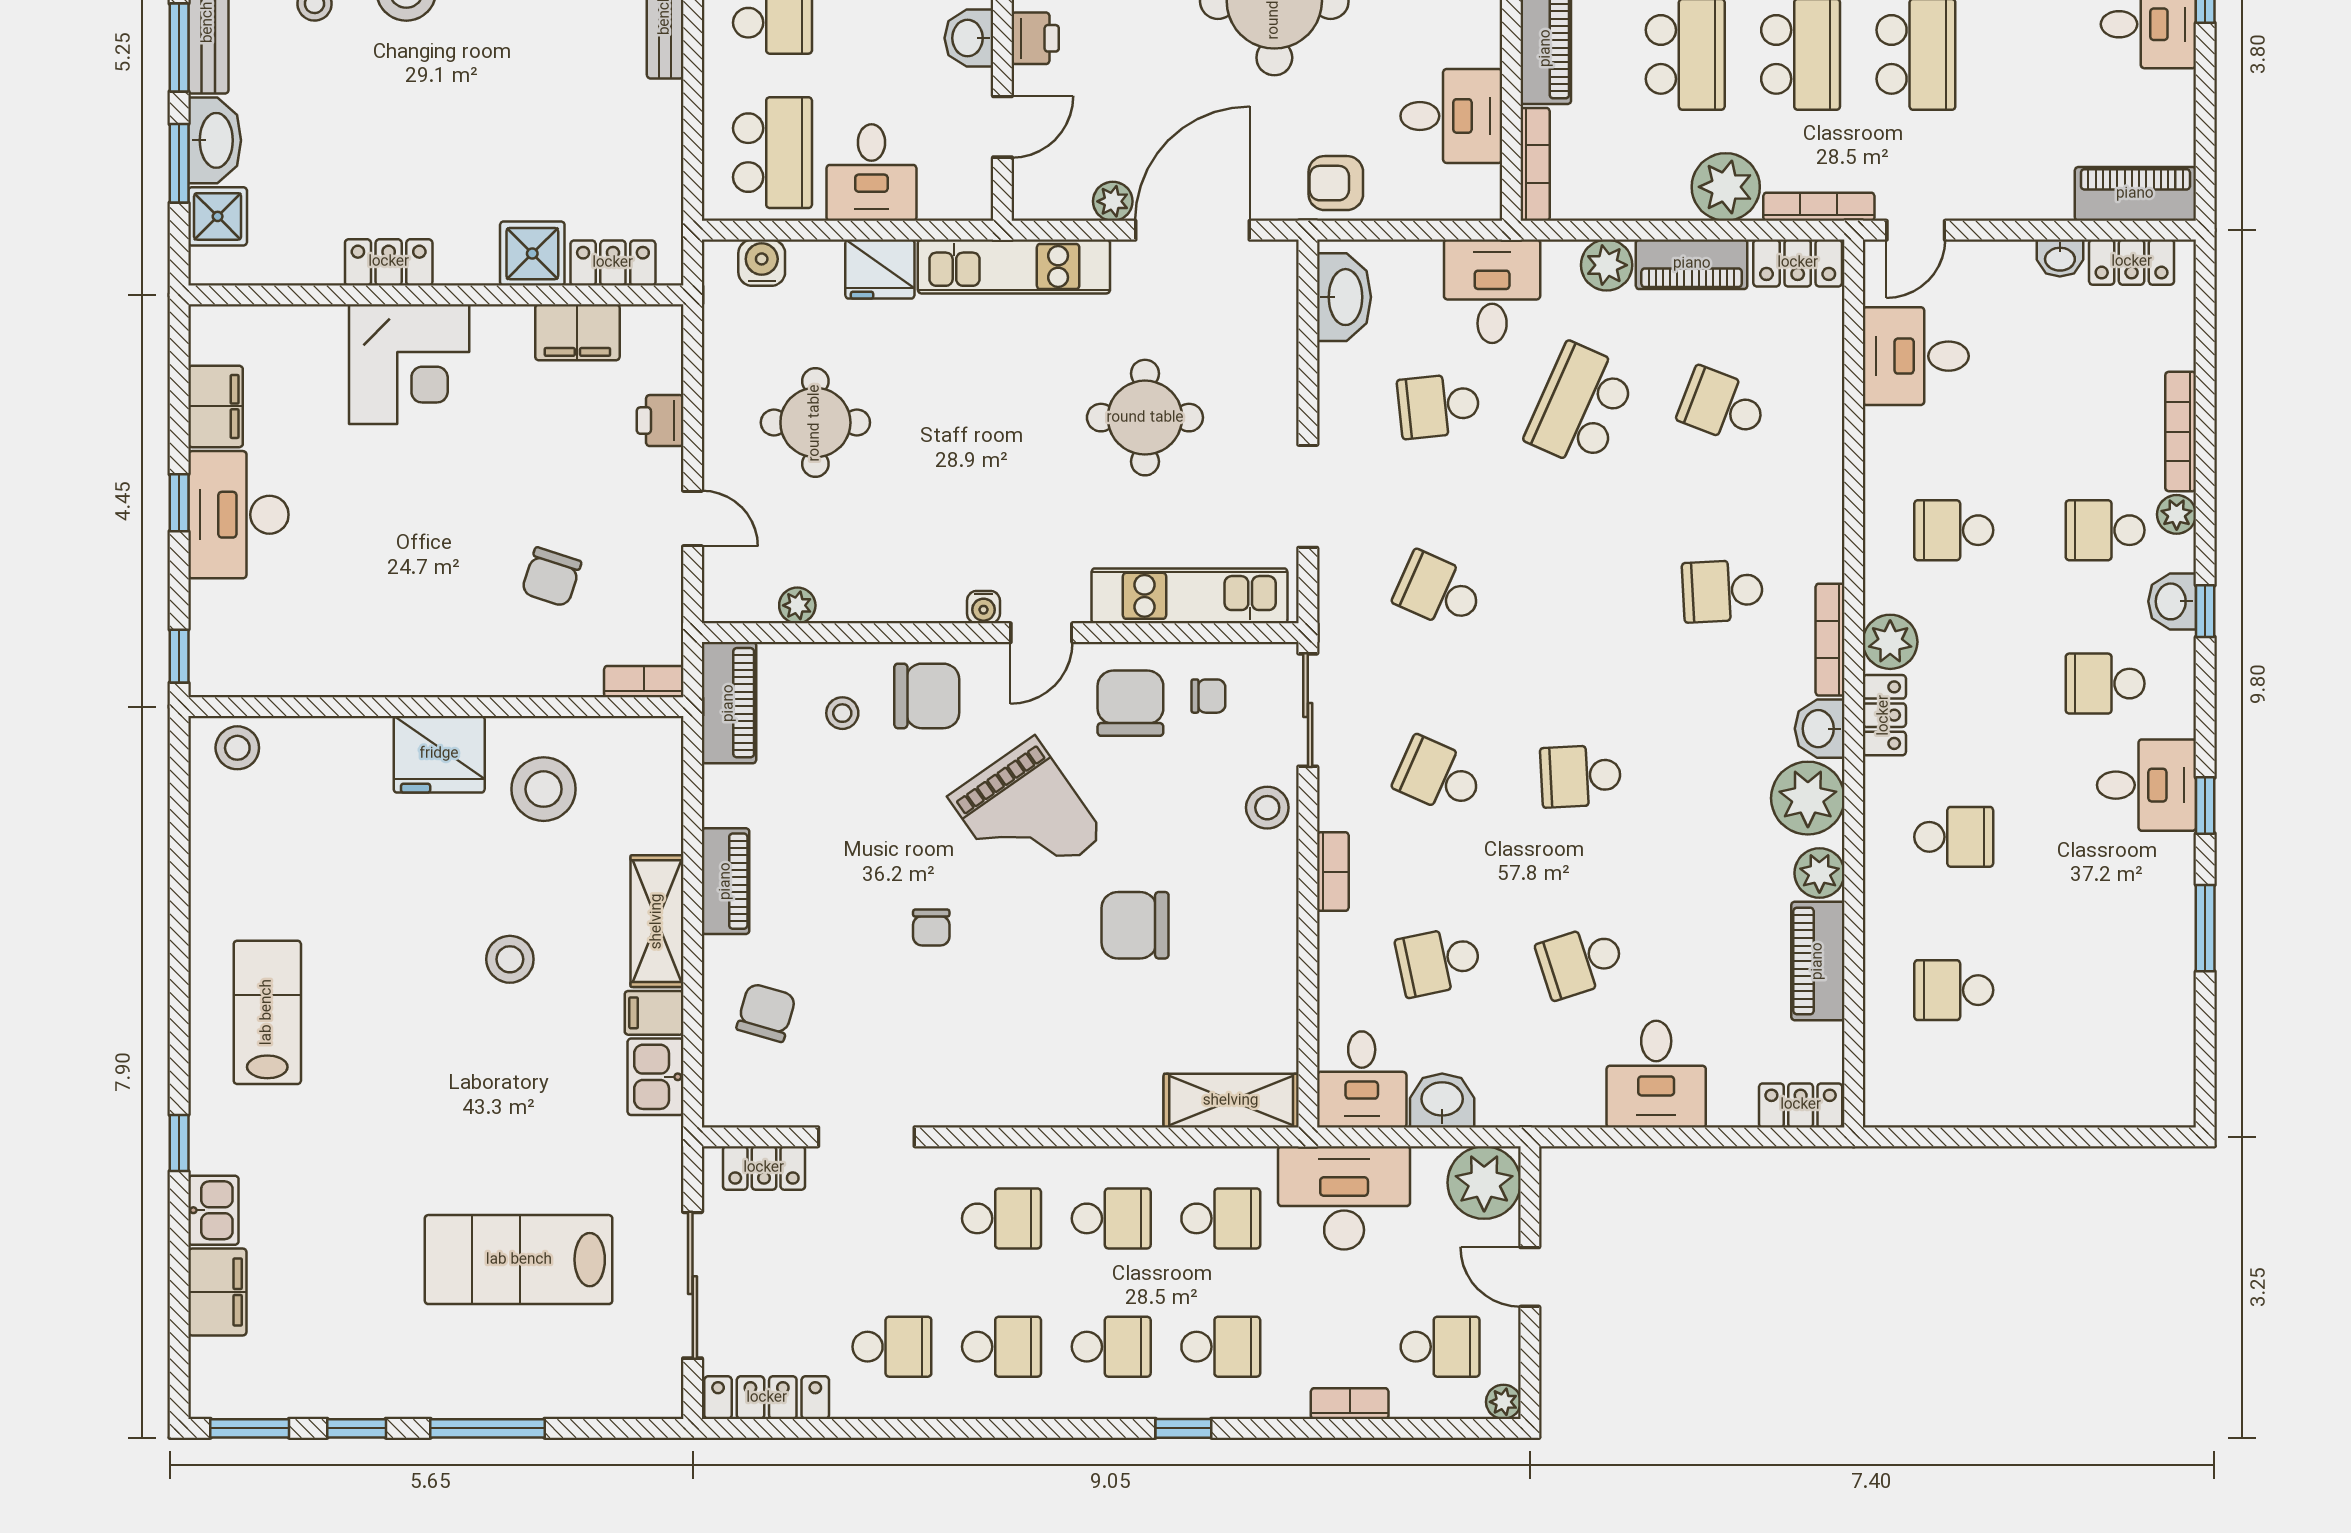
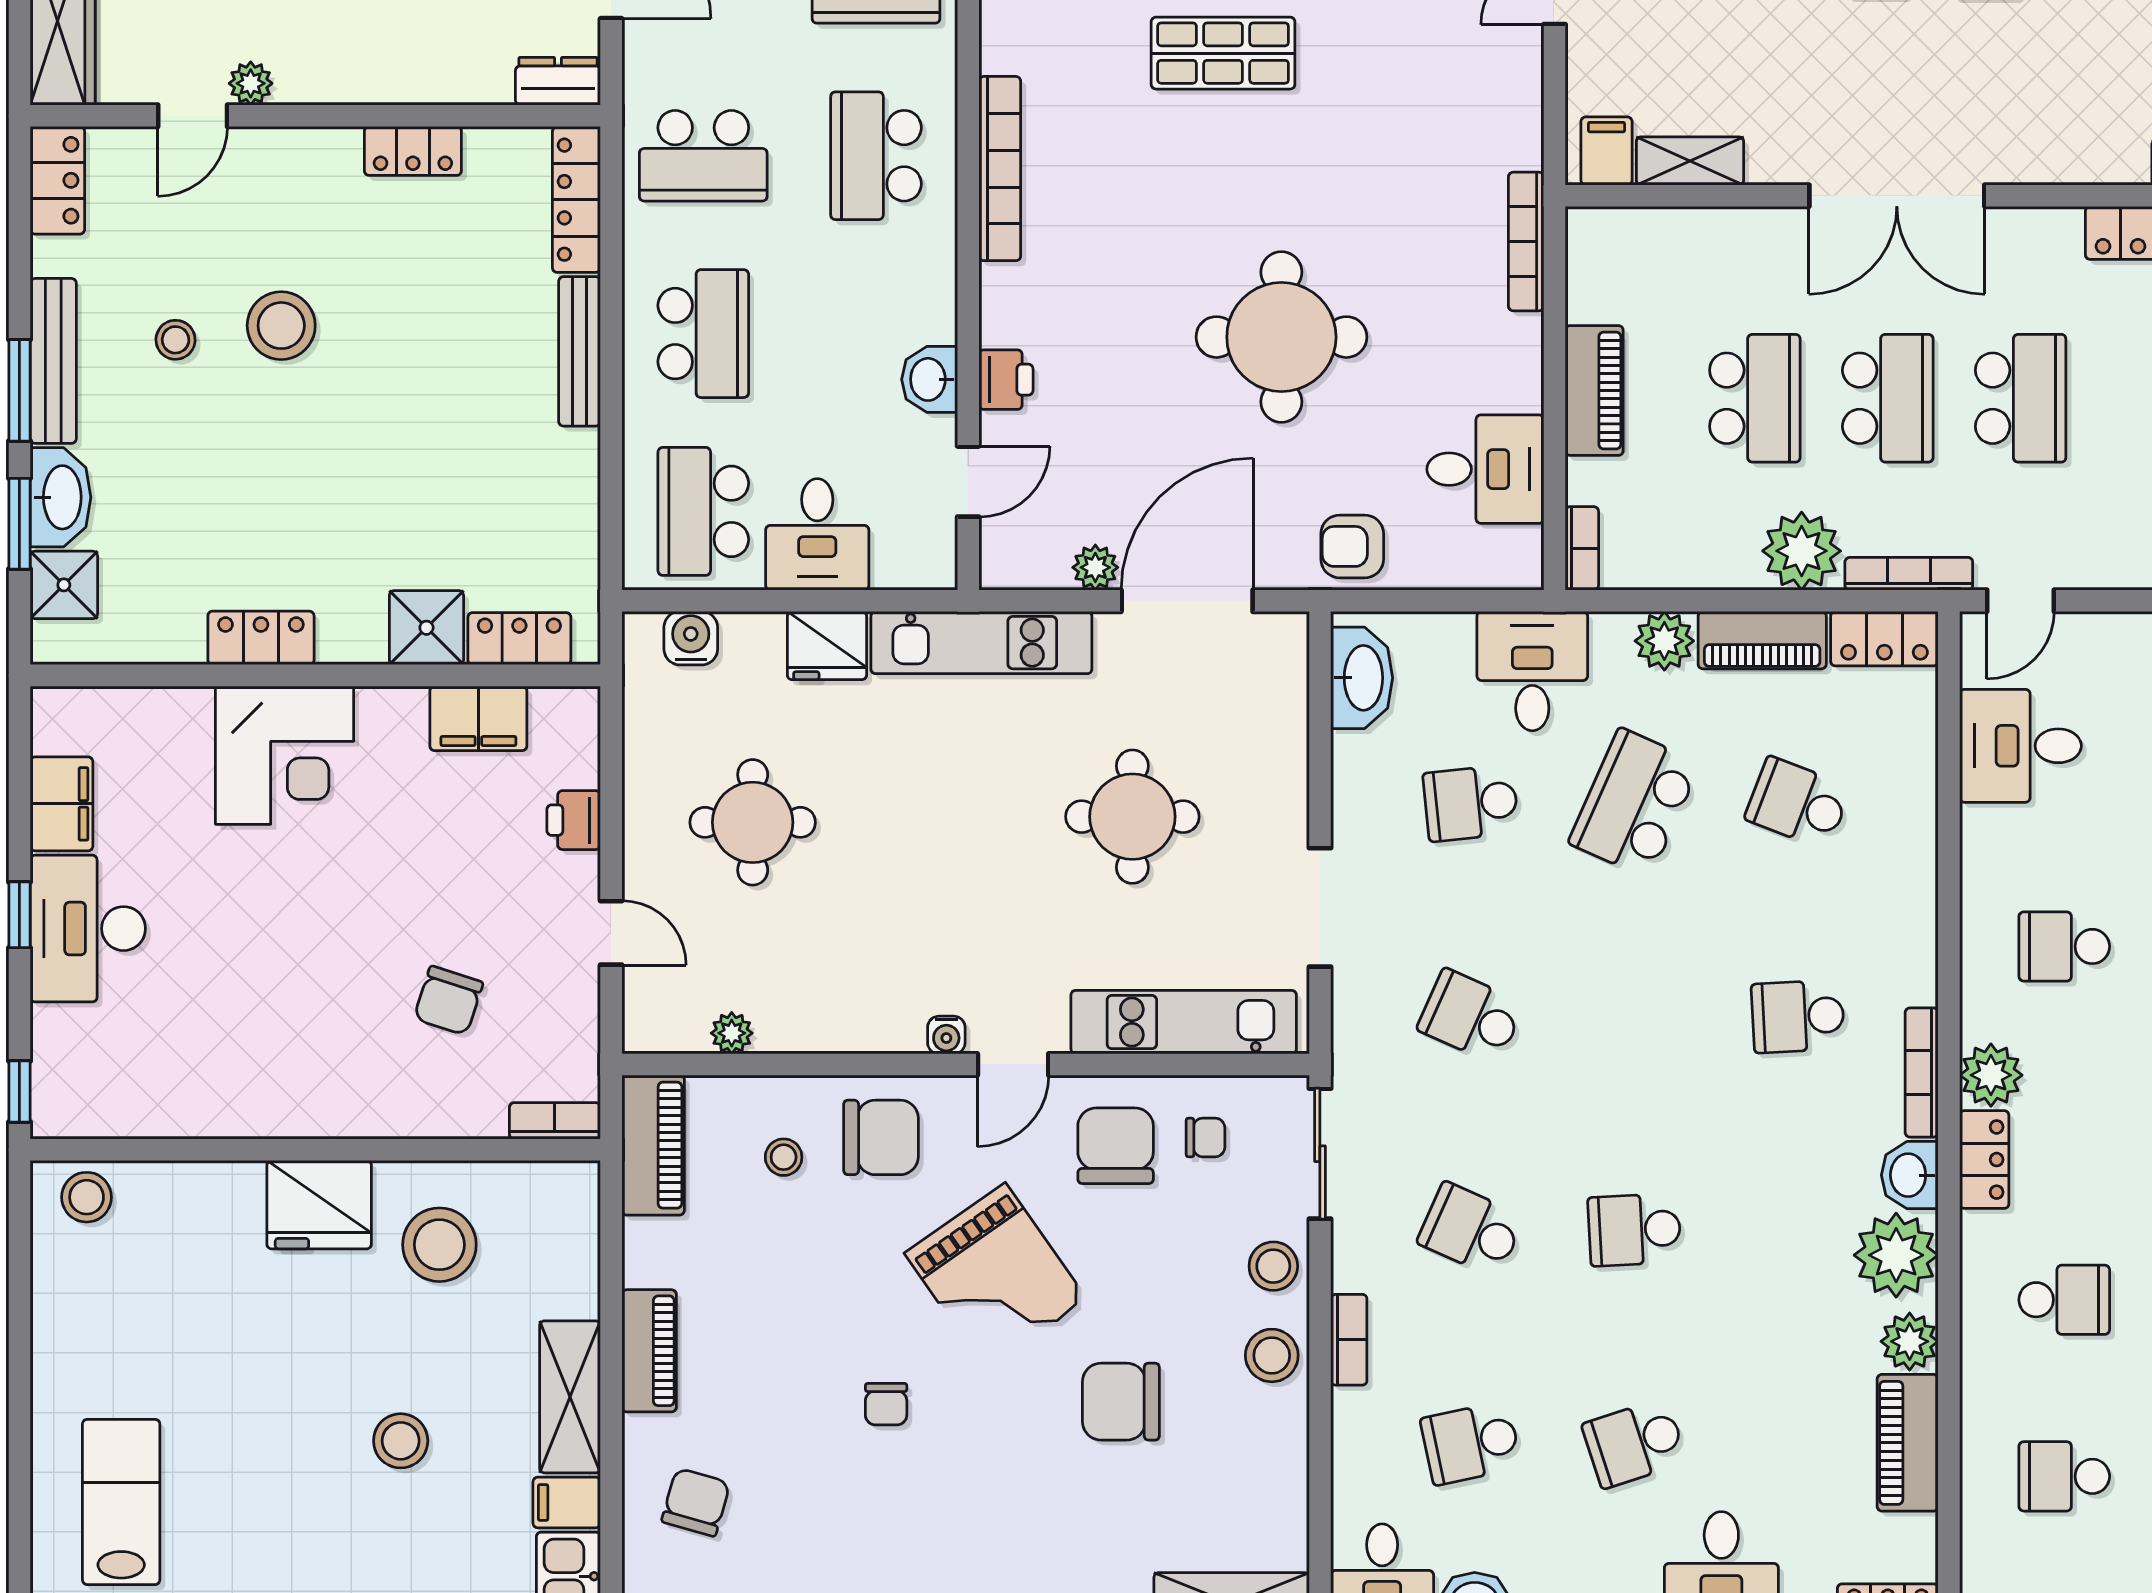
school desk: (773, 153) -> (703, 511), turned 180
bookcase: (1535, 164) -> (1582, 548), width x0.64
stool: (1266, 885) -> (1272, 1355), added

